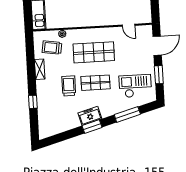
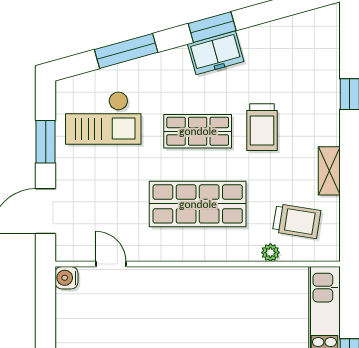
water cooler: (147, 18) -> (66, 278), added

